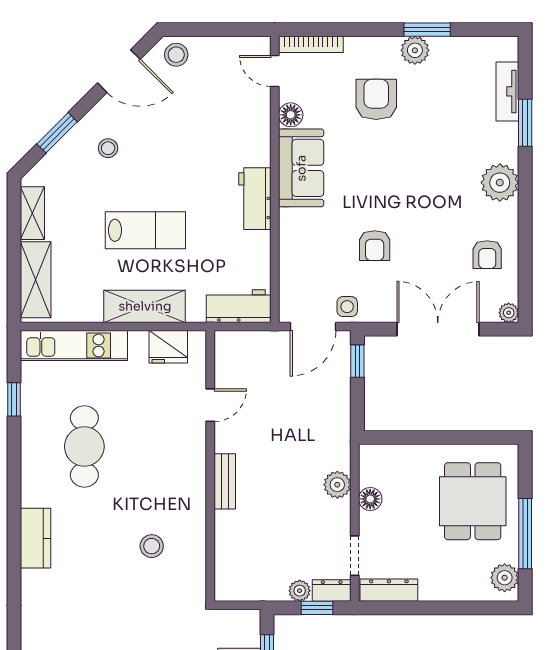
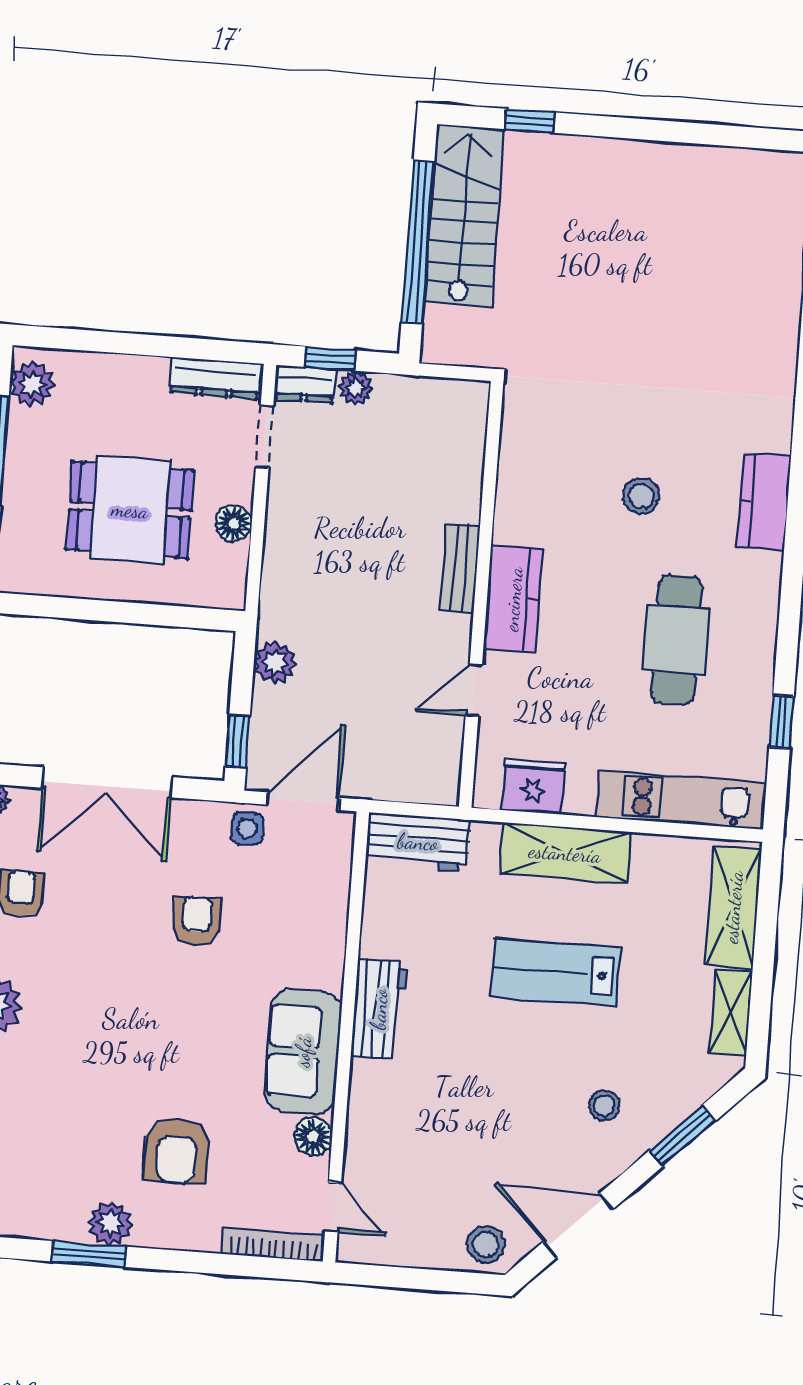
kitchen counter: (190, 465) -> (513, 599), added
plant: (337, 485) -> (275, 663), moved
dining table: (473, 501) -> (130, 510), moved, turned 90
stool: (152, 546) -> (641, 496), moved

